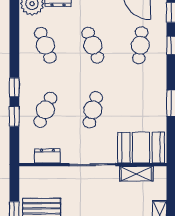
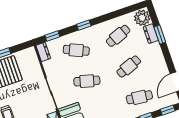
window: (14, 116) -> (52, 36), moved
dresser: (47, 156) -> (43, 52), moved

